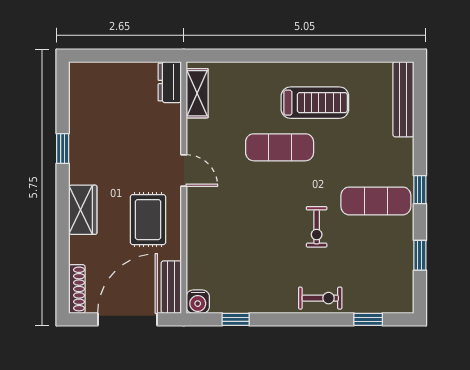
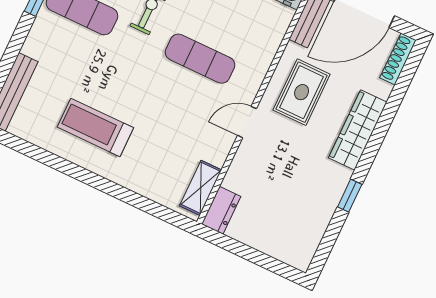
exercise mat: (280, 147) -> (200, 59), moved
door: (184, 170) -> (247, 122), hinge flipped
wardrobe: (83, 210) -> (358, 130), width x1.50

